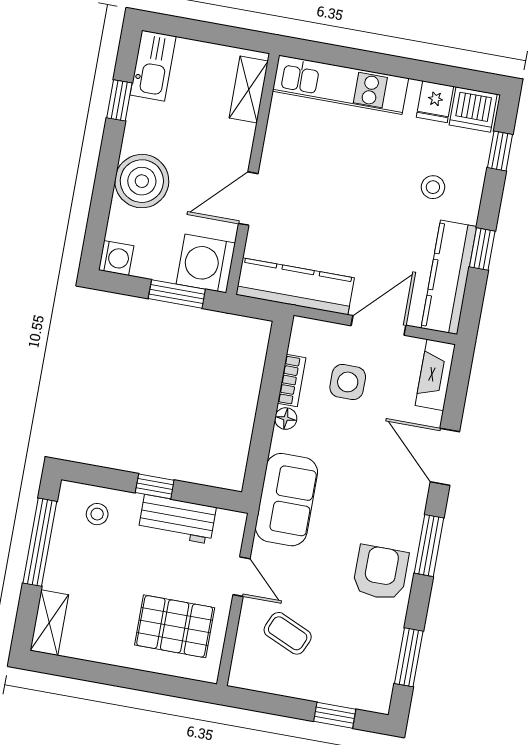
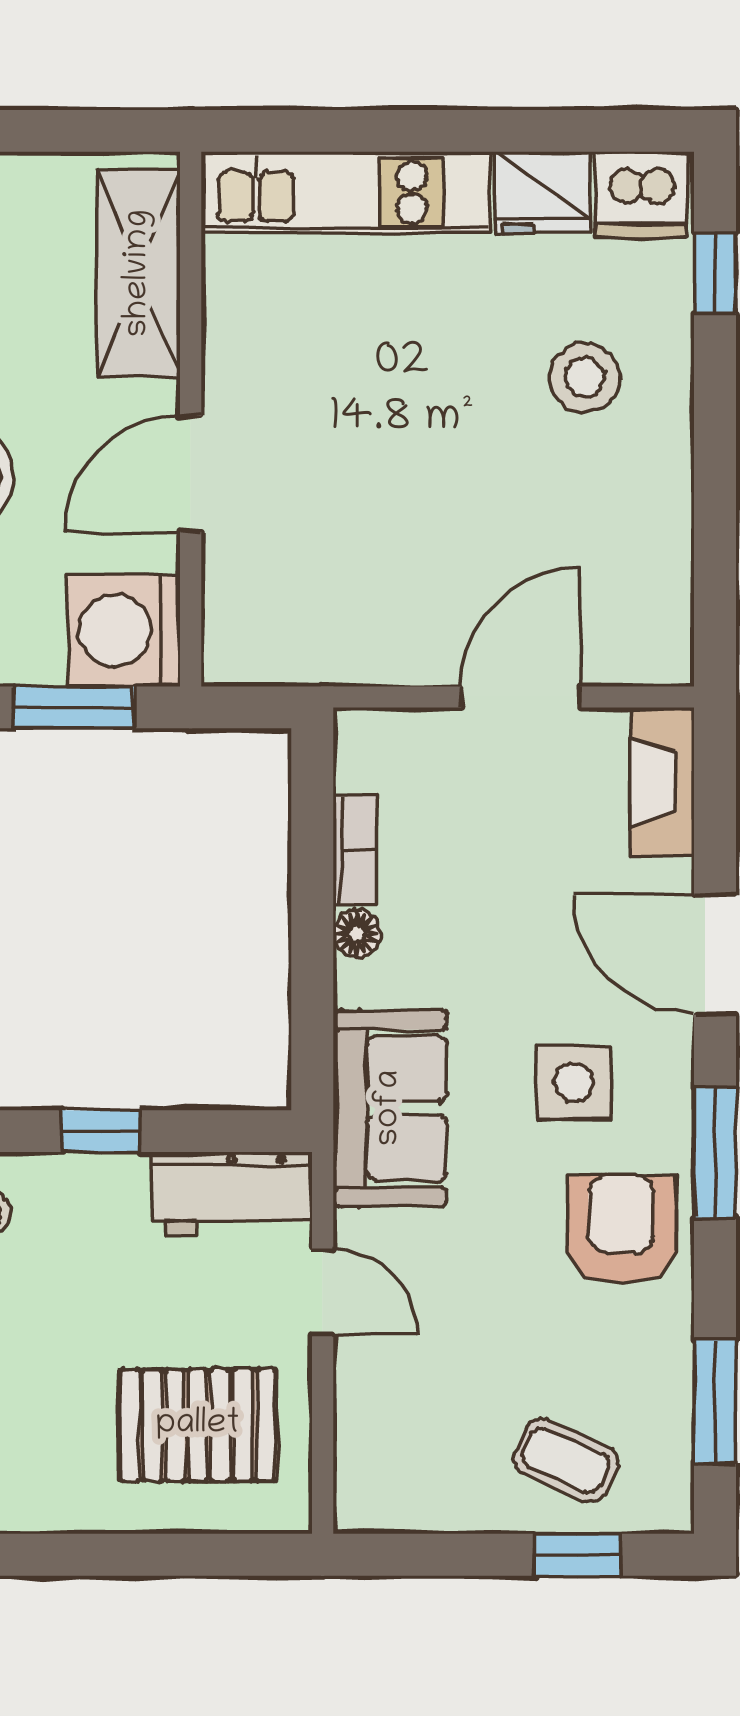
shelving: (249, 90) -> (139, 273), width x1.50, depth x1.33
fridge: (435, 102) -> (543, 193), width x1.38
stool: (433, 187) -> (585, 378), width x1.37, depth x1.37
window: (482, 249) -> (715, 492), removed
kitchen counter: (449, 277) -> (654, 566), removed
kitchen counter: (295, 286) -> (326, 645), removed
side table: (348, 382) -> (574, 1082), moved
workbench: (177, 519) -> (232, 1193), moved
coffee table: (288, 633) -> (566, 1460), moved

